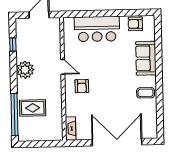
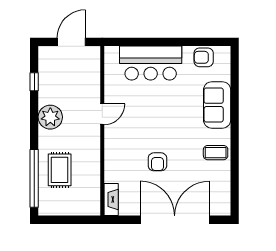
door: (63, 67) -> (102, 114), hinge flipped
armchair: (82, 86) -> (157, 162), moved
rug: (33, 108) -> (60, 170), turned 90

